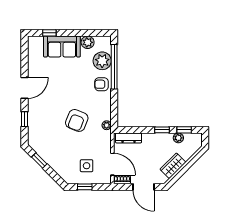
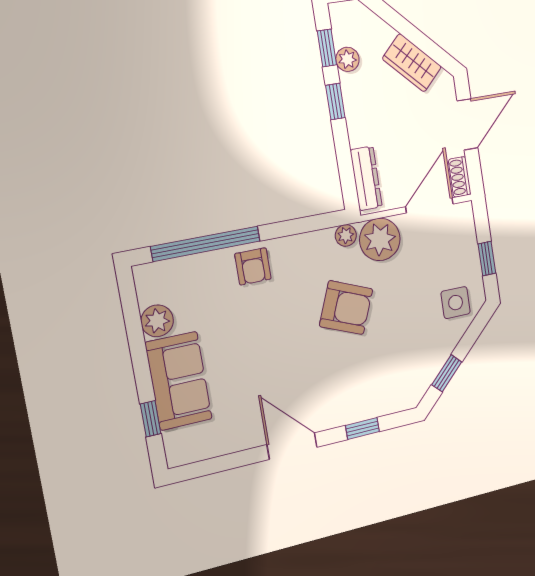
plant: (102, 61) -> (380, 239), moved
side table: (87, 166) -> (456, 303), moved

